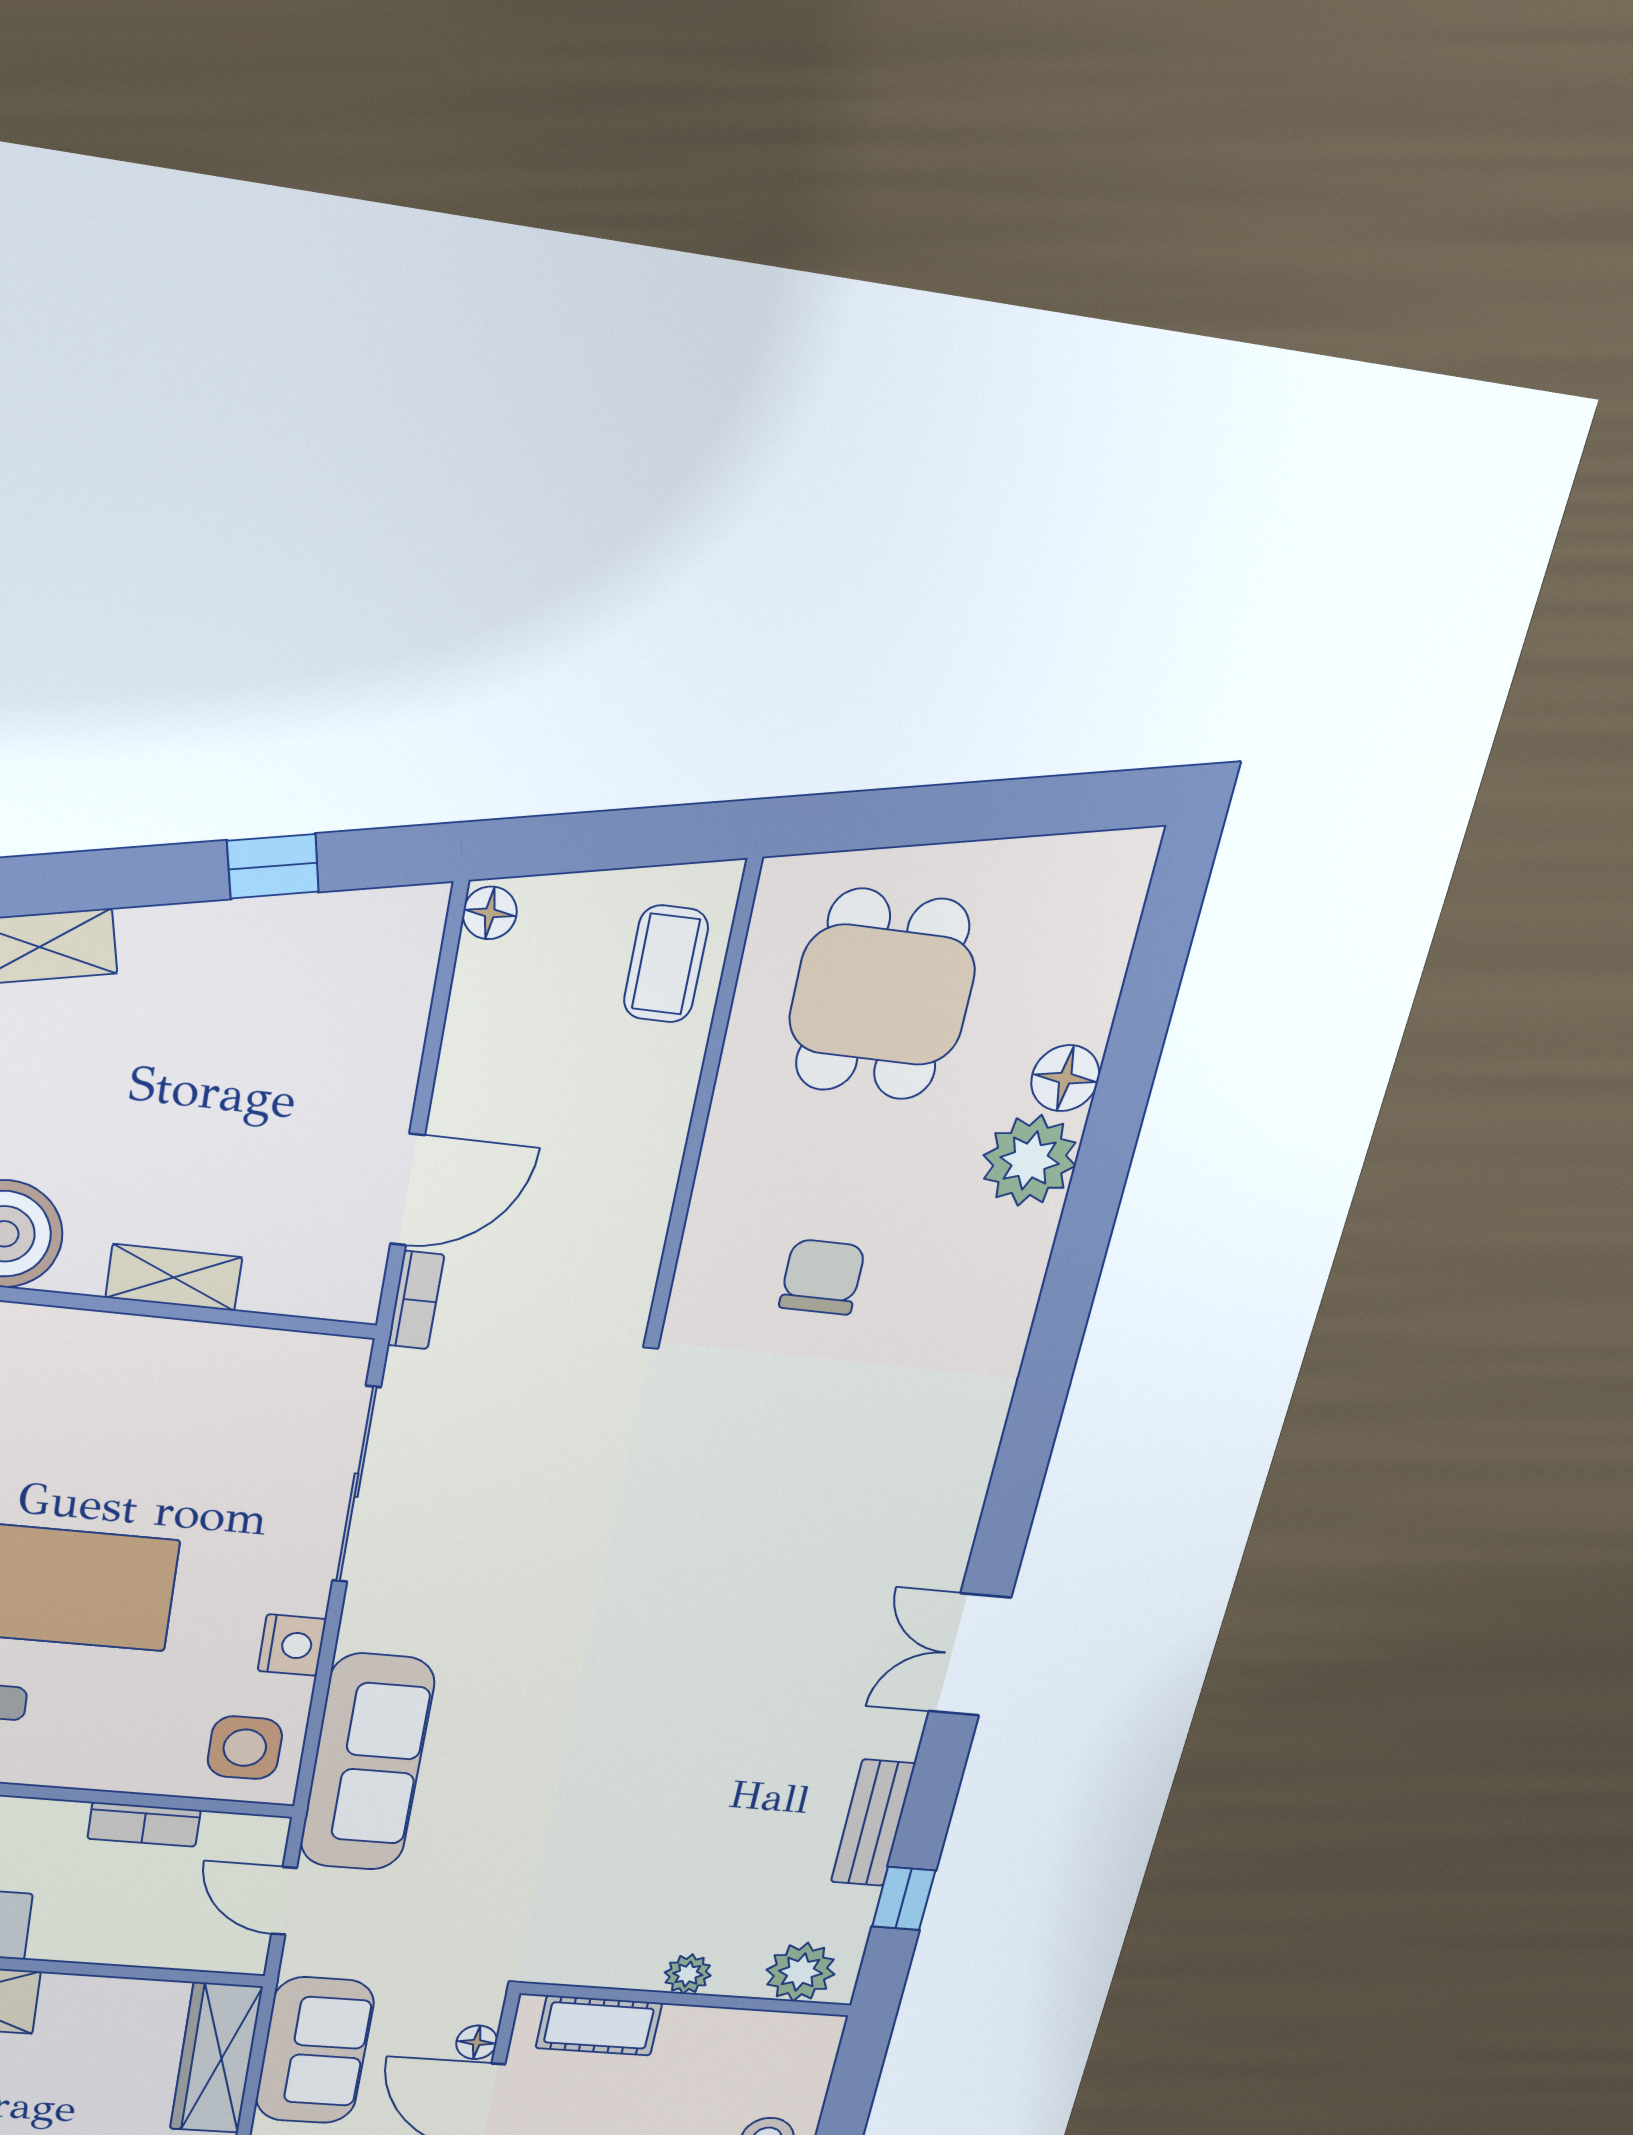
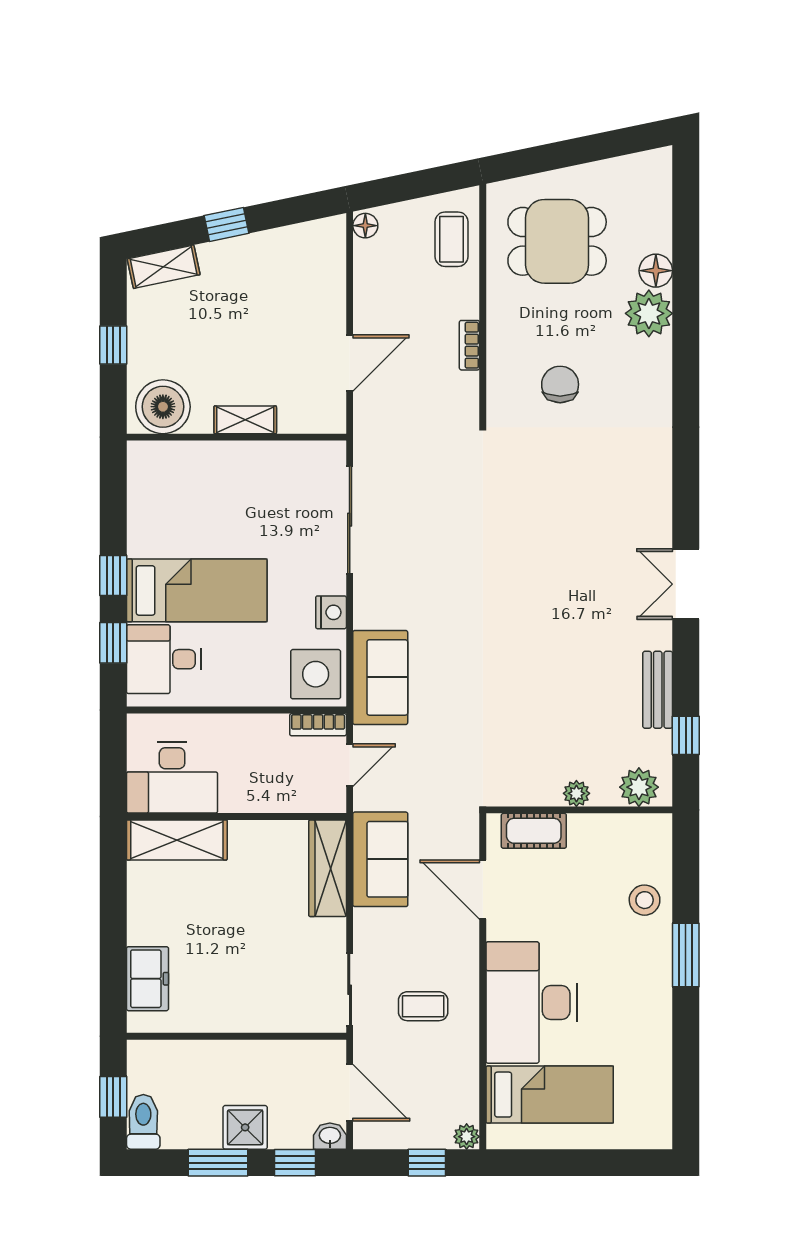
window: (273, 866) -> (227, 224), moved
dining table: (882, 995) -> (557, 241), turned 90
bookcase: (416, 1300) -> (469, 345), moved, turned 180
side table: (245, 1748) -> (316, 674), width x1.37, depth x1.37
sofa: (367, 1763) -> (380, 677), width x0.73
bookcase: (144, 1824) -> (318, 725), moved
door: (284, 1901) -> (350, 765), swing flipped
floor lamp: (477, 2042) -> (468, 847), removed

